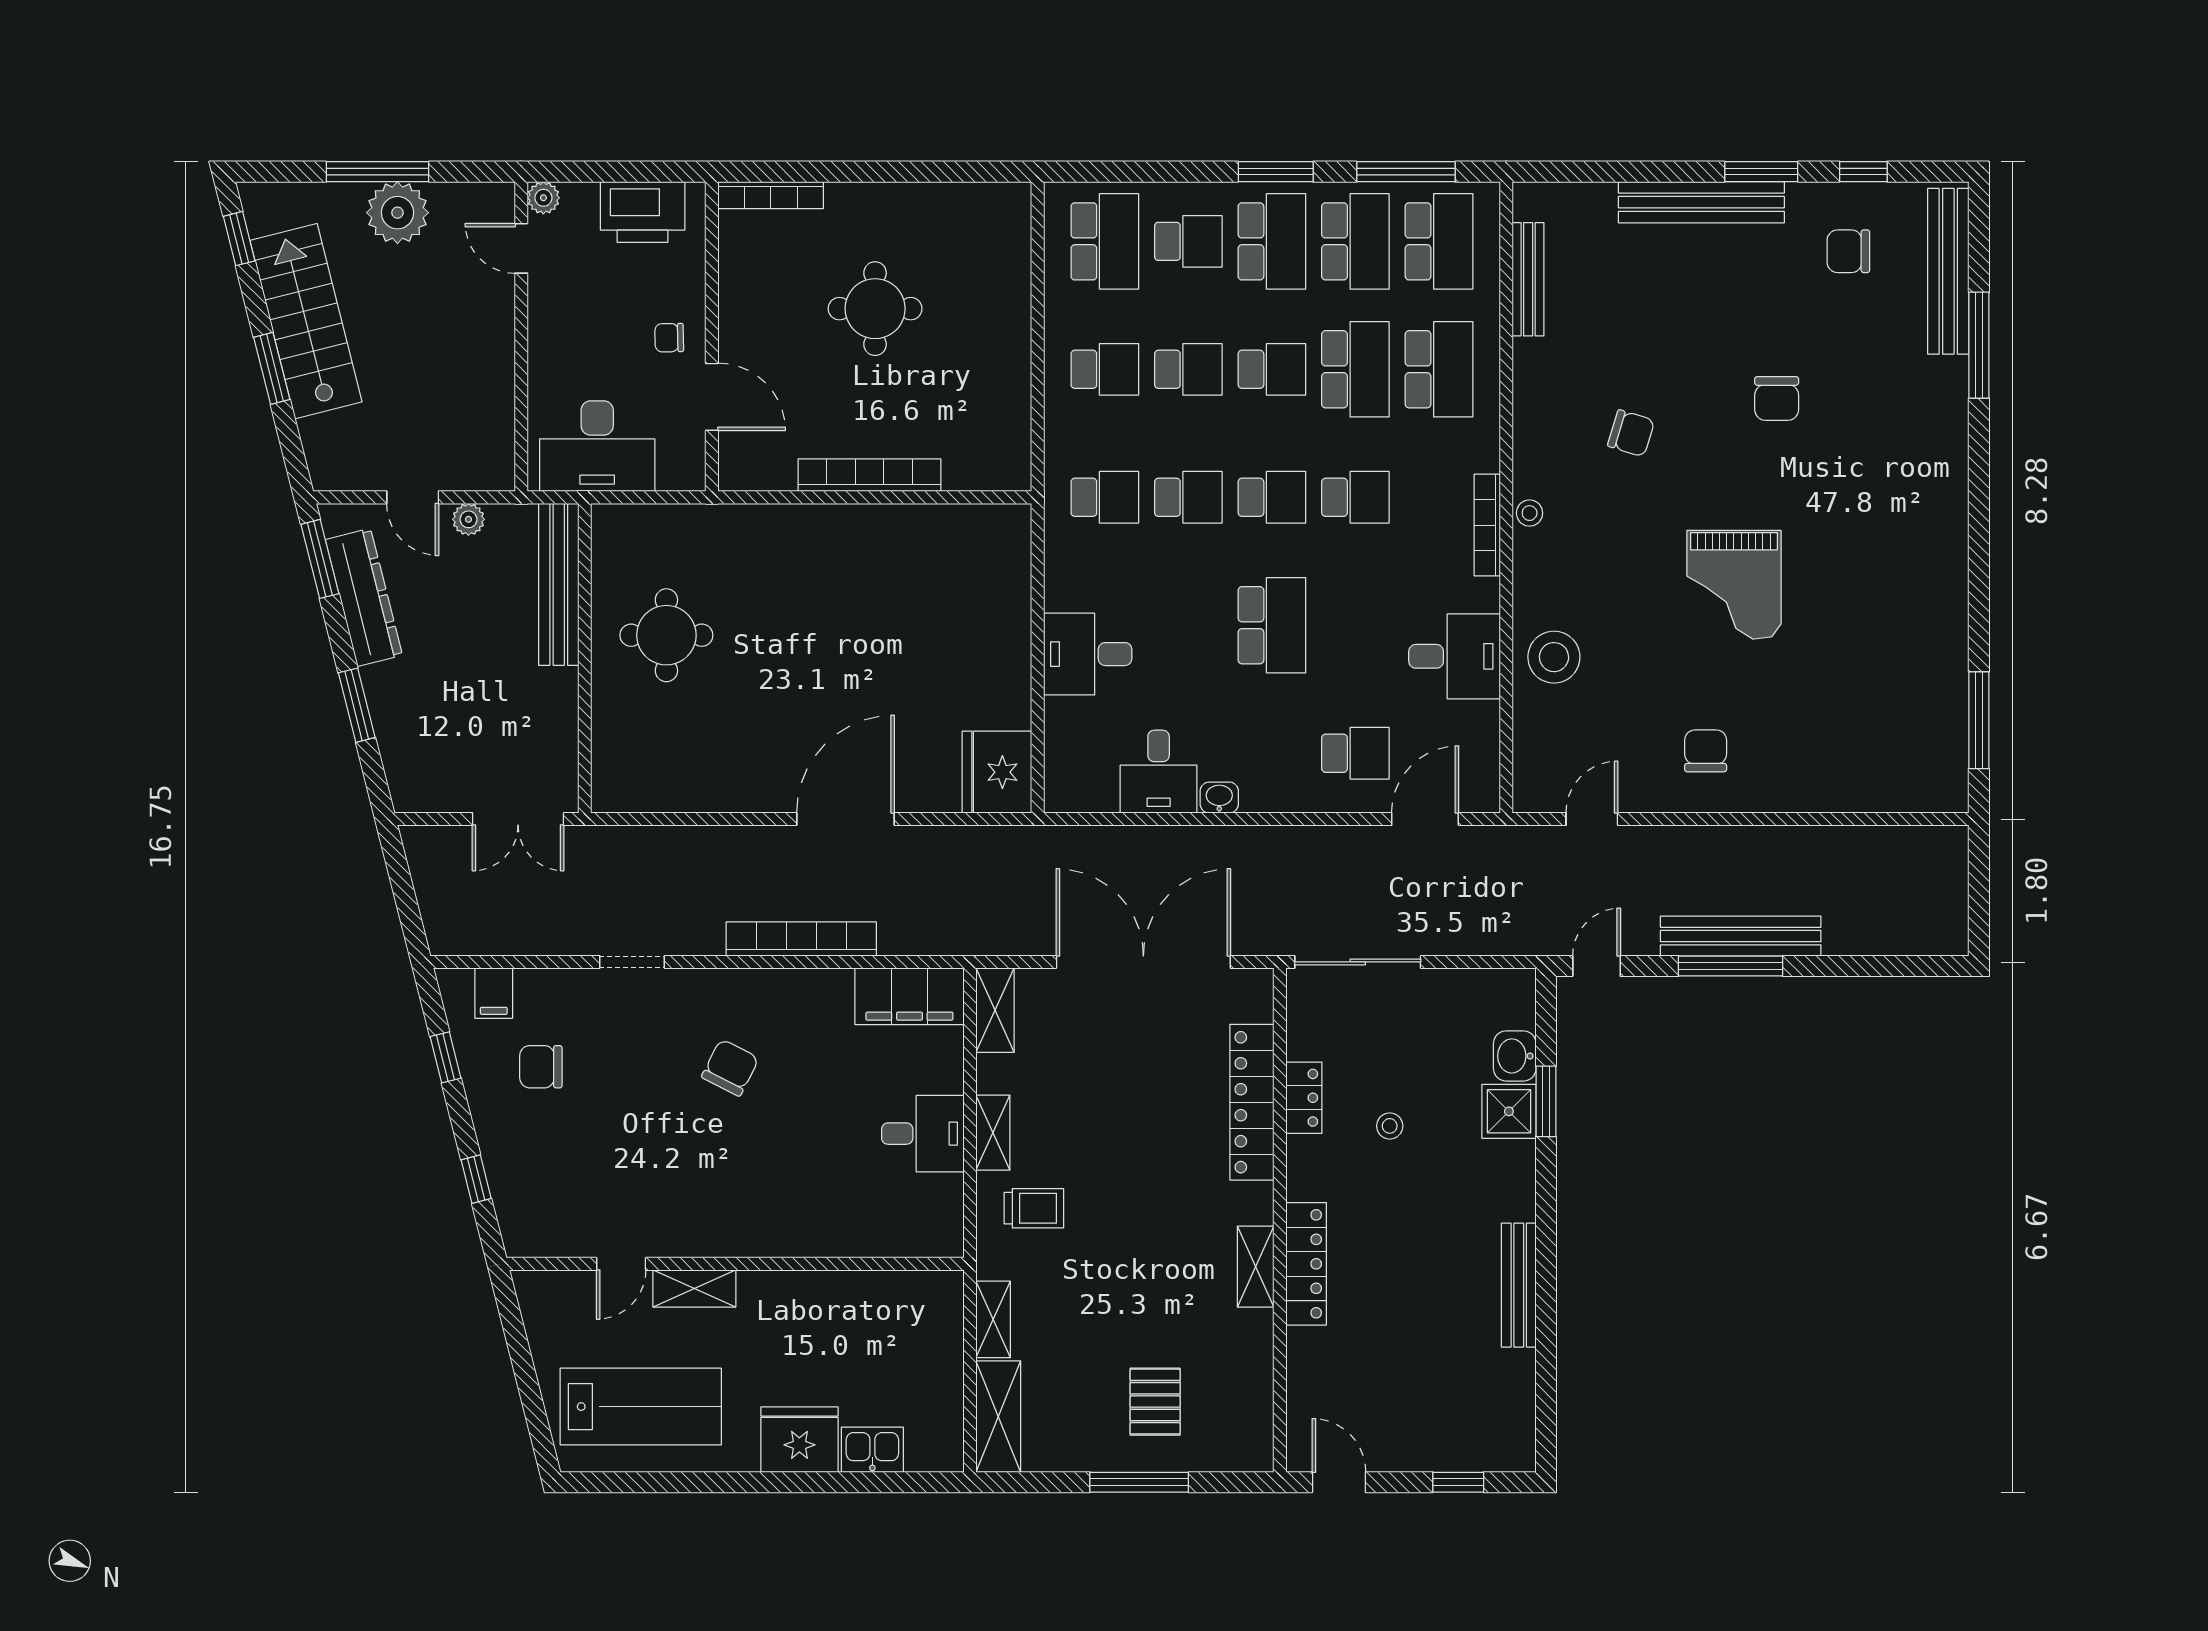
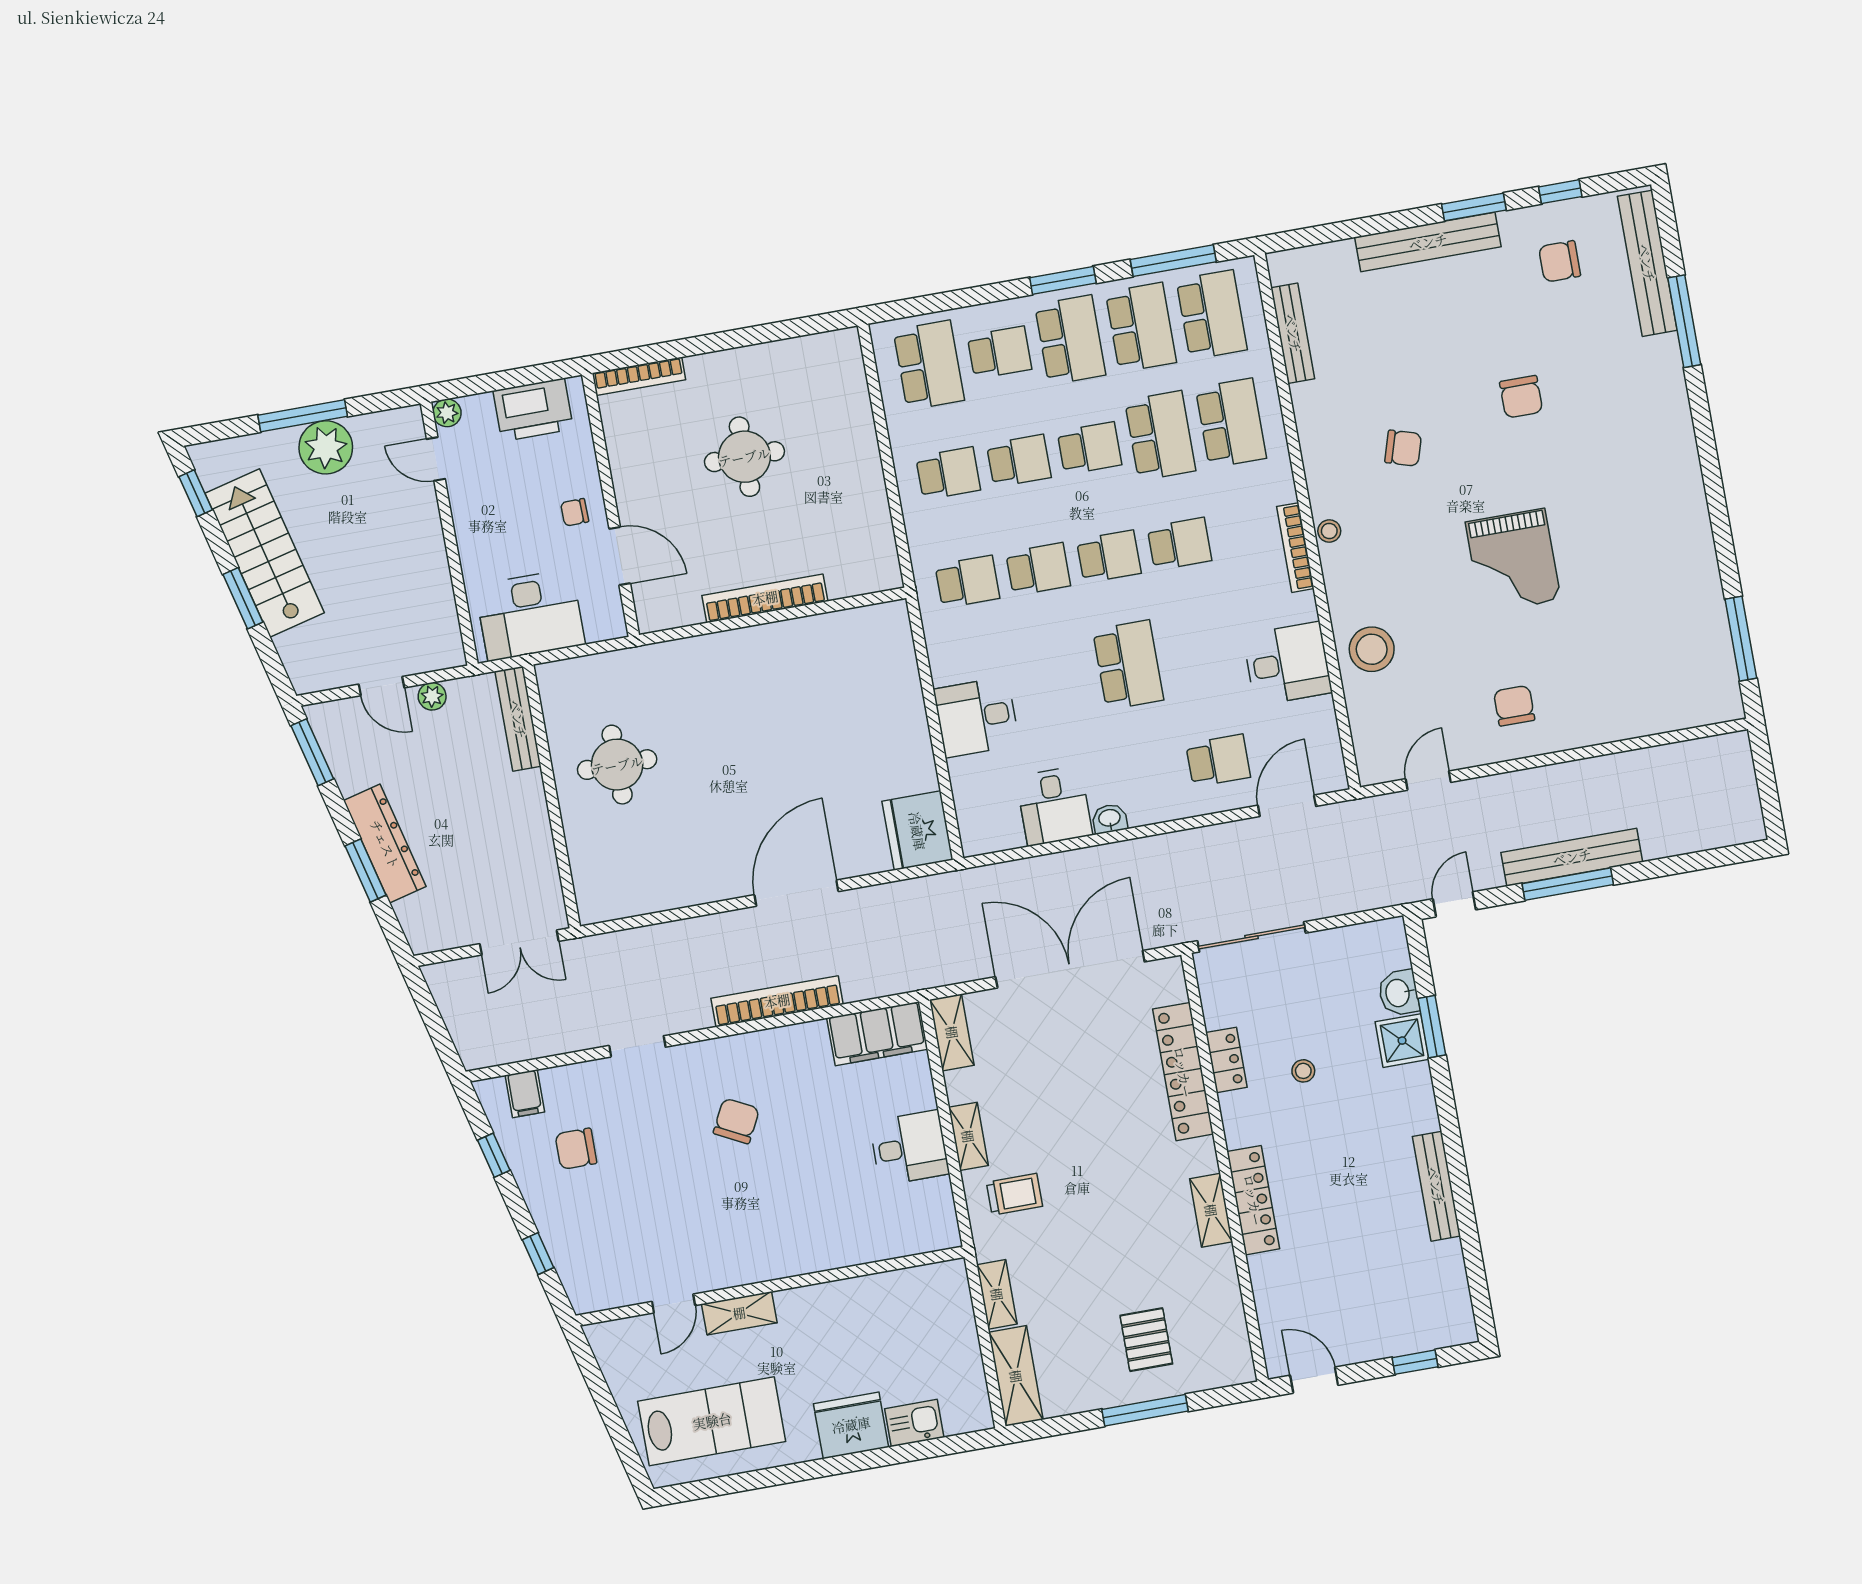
bench: (559, 584) -> (518, 719), width x0.73, depth x0.82
dresser: (364, 597) -> (385, 844), moved

